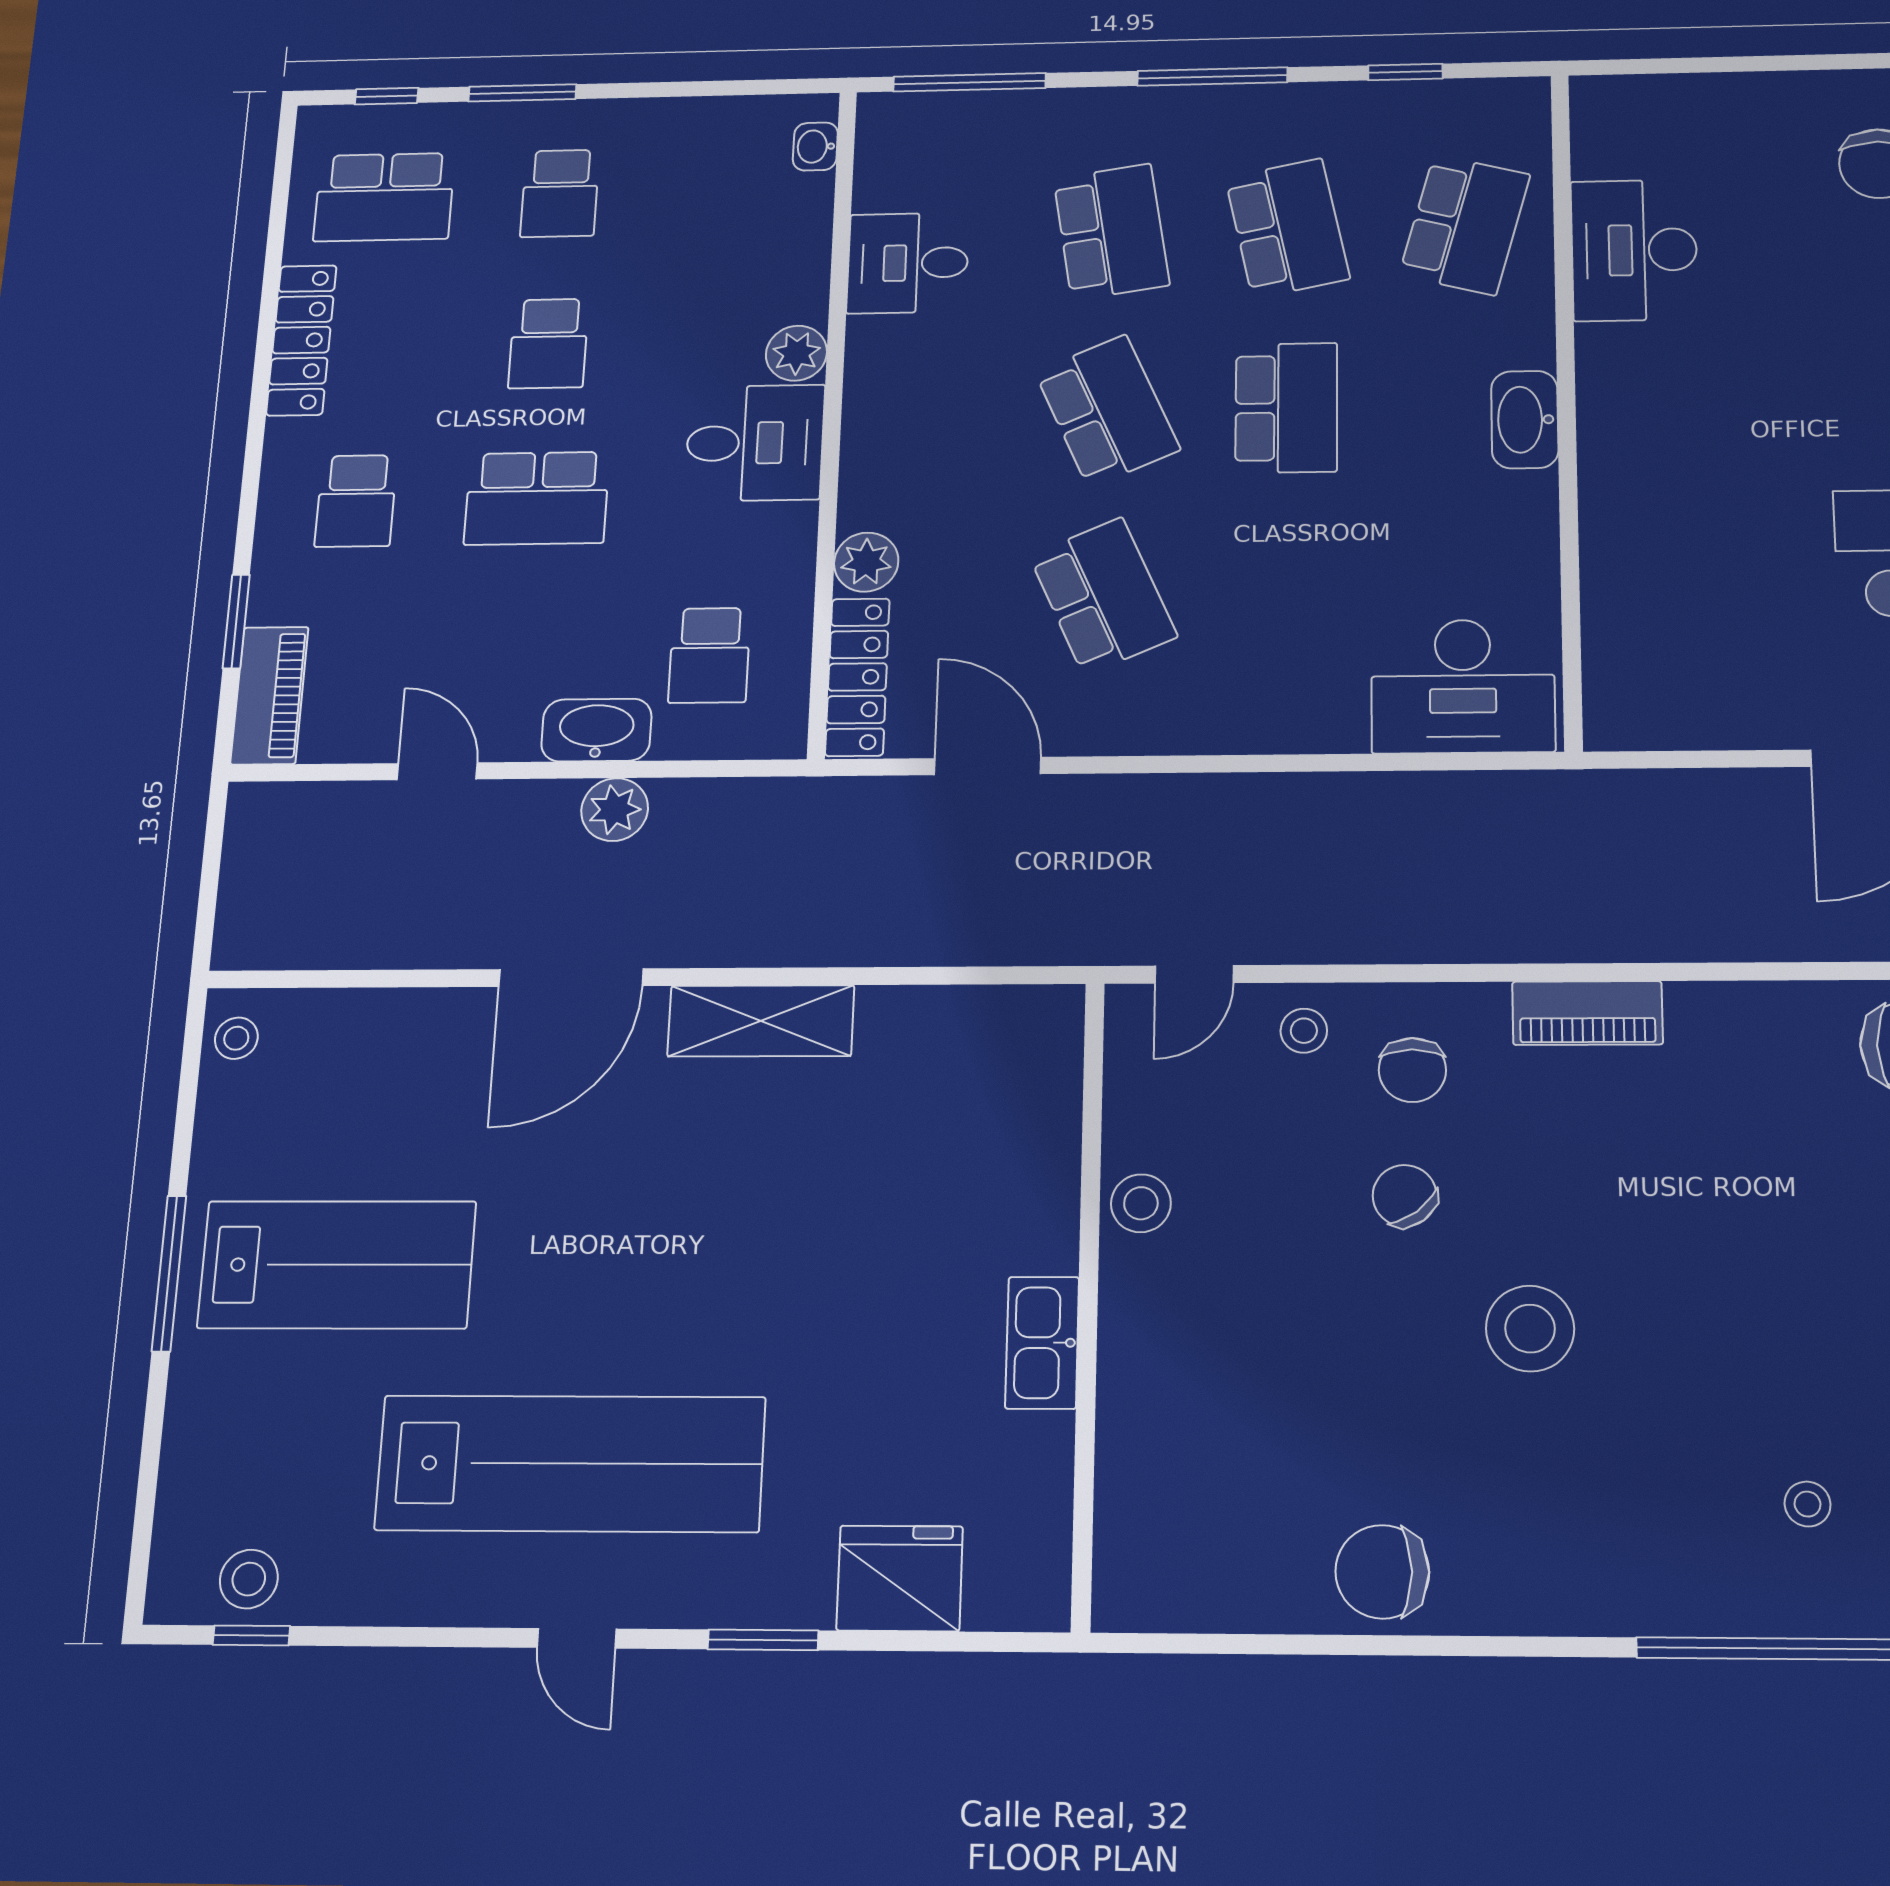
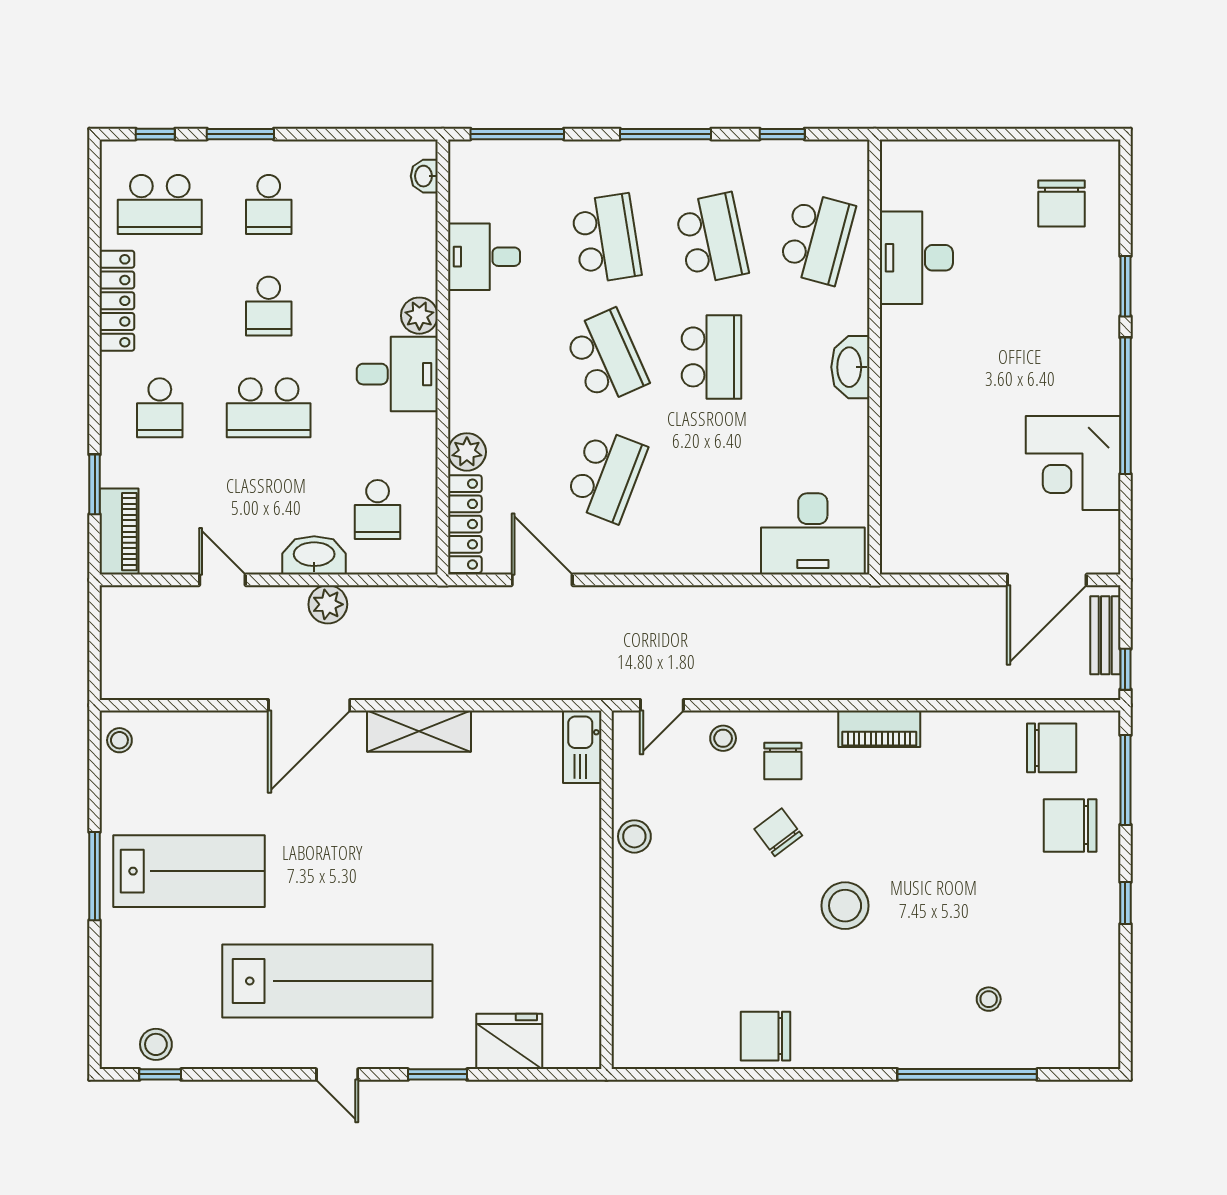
school desk: (1103, 596) -> (606, 475), turned 45
kitchen sink: (1042, 1343) -> (582, 747), moved

